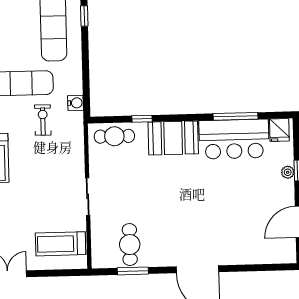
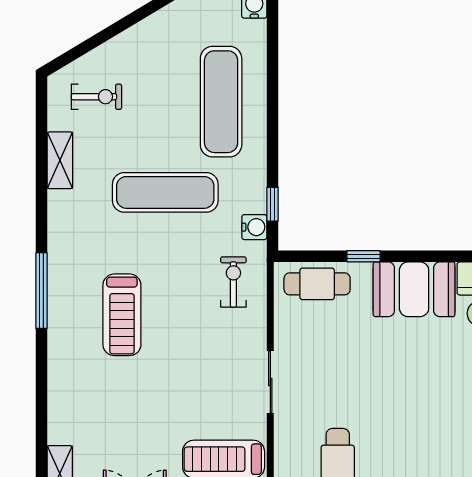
window: (84, 16) -> (273, 204), moved
exercise bike: (43, 120) -> (233, 282), moved

